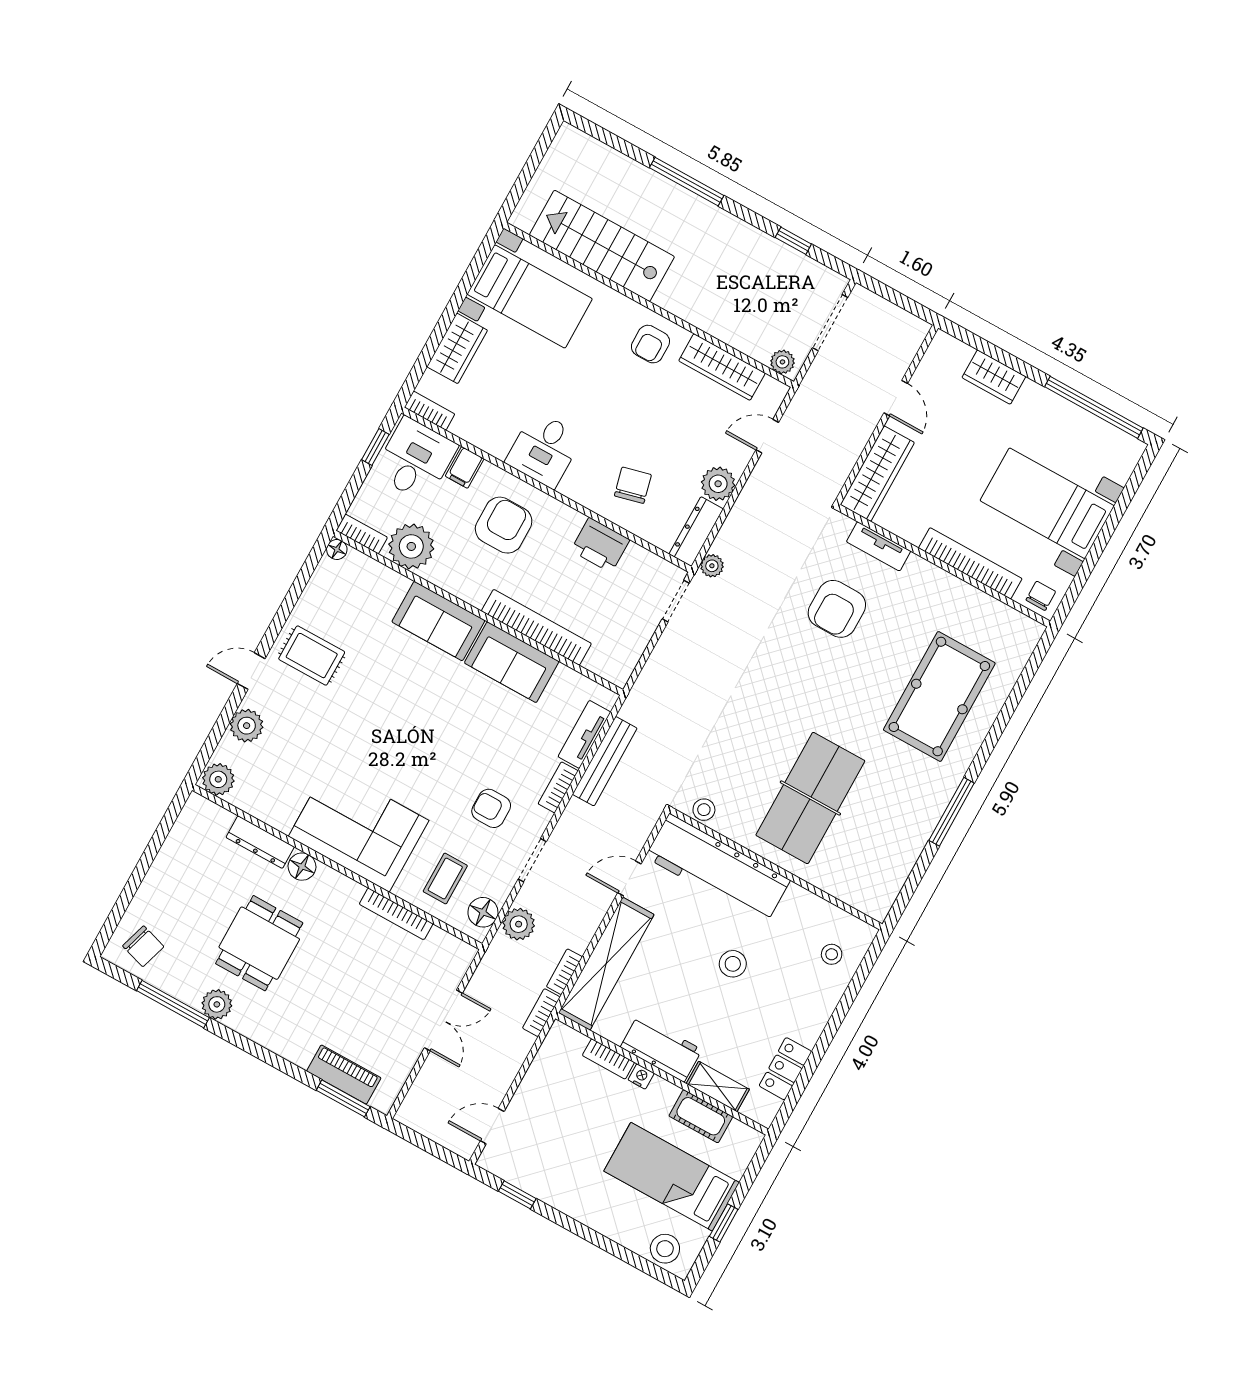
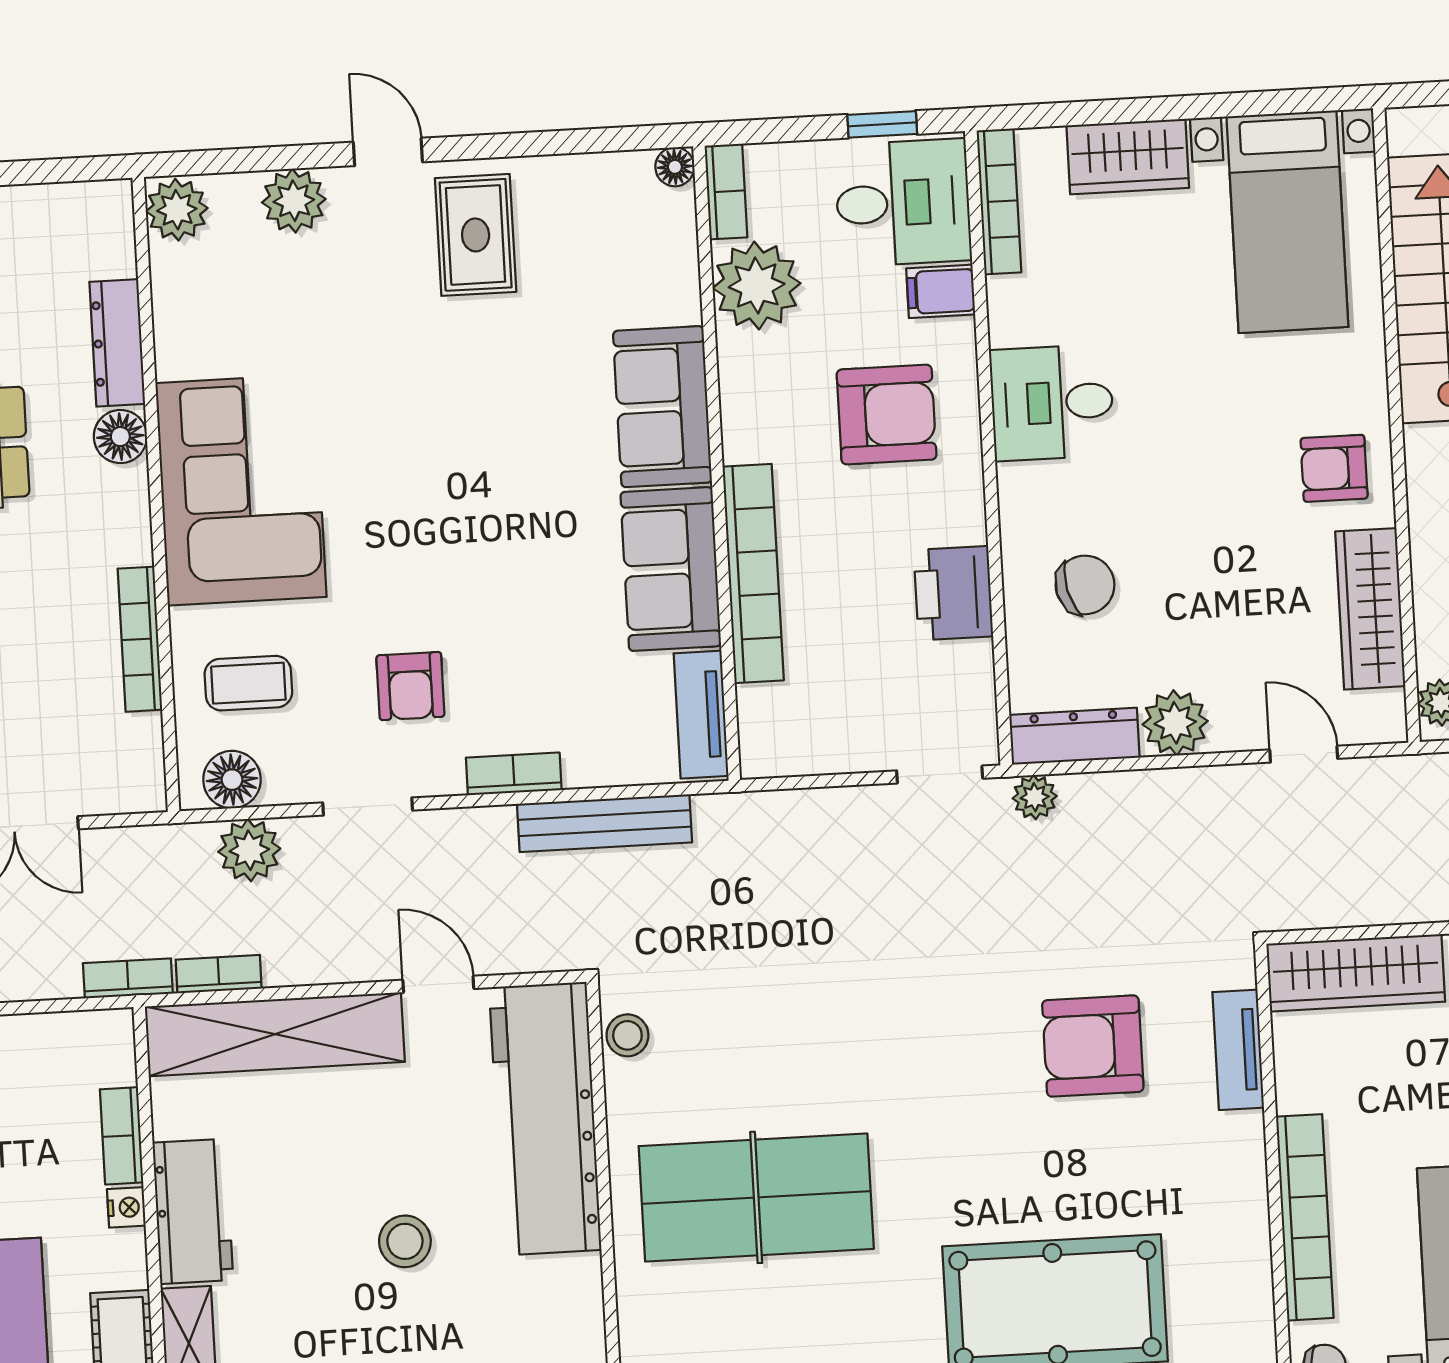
bookcase: (429, 411) -> (999, 201), width x1.56
tv unit: (584, 734) -> (701, 715), moved, turned -90
armchair: (491, 808) -> (410, 686), turned 180

